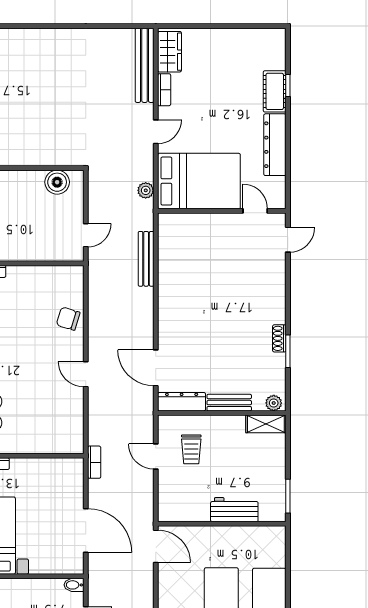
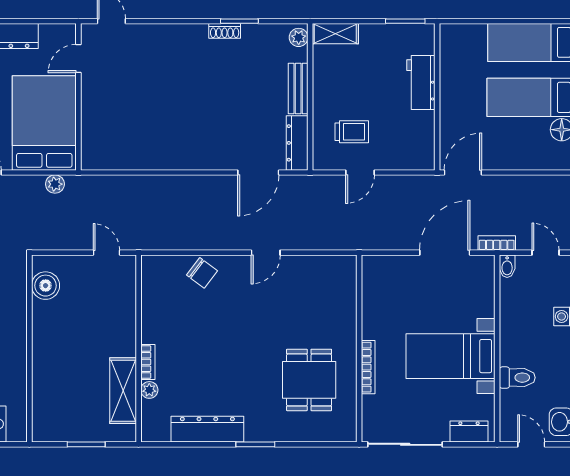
bench: (146, 259) -> (133, 184), removed
chair: (68, 319) -> (202, 273), turned -70
shelving: (266, 424) -> (335, 34), moved, turned 90
bookcase: (94, 462) -> (497, 243), moved

